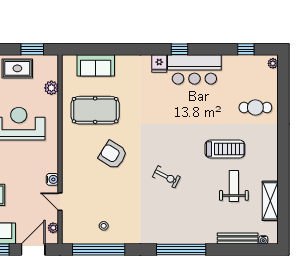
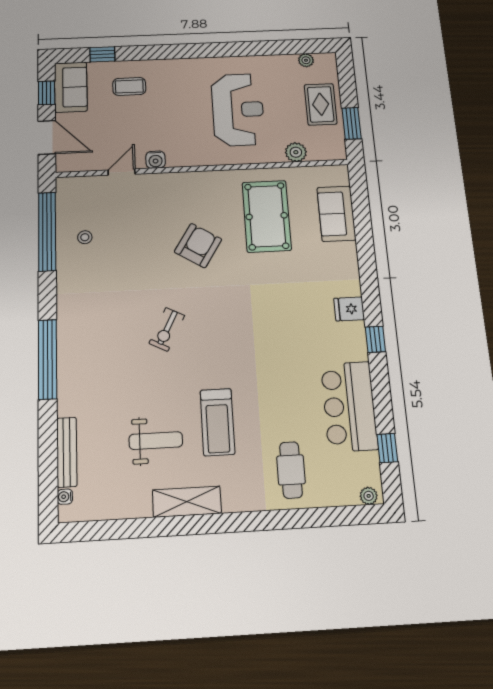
bar counter: (194, 69) -> (349, 406), moved
shelving: (270, 201) -> (187, 502), moved
plant: (53, 228) -> (81, 164), removed

